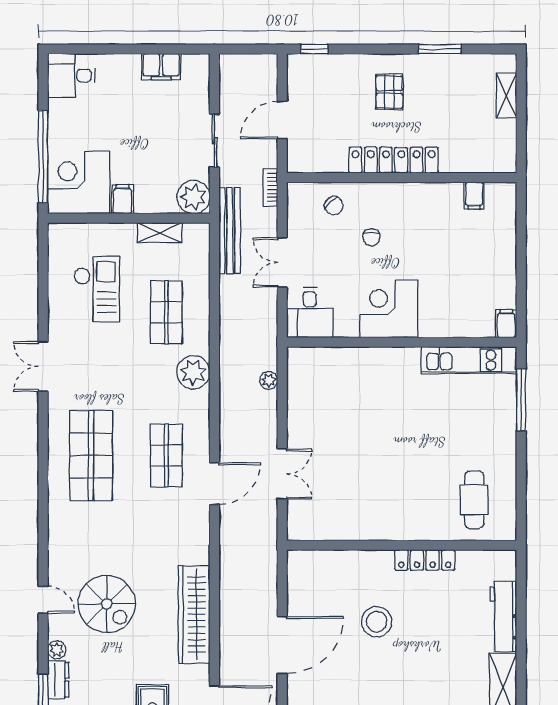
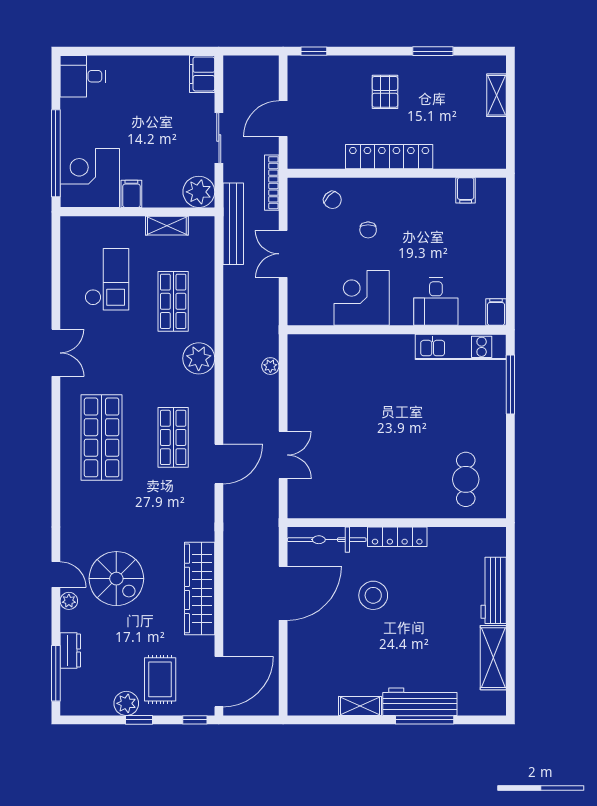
filing cabinet: (161, 67) -> (202, 74), moved, turned 90
bookcase: (270, 187) -> (272, 183), width x1.56
corner desk: (389, 309) -> (362, 298), moved
desk: (310, 313) -> (436, 302), moved
double door: (43, 366) -> (56, 353), swing flipped
locker: (425, 560) -> (397, 537), moved
bicycle: (328, 563) -> (327, 540), added
door: (282, 645) -> (283, 593), moved
plant: (57, 650) -> (69, 601), moved

